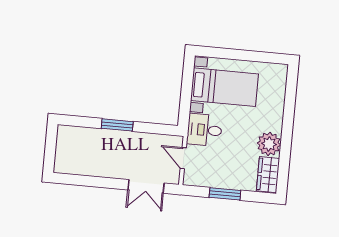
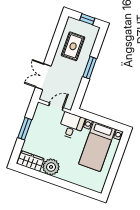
window: (51, 145) -> (87, 19), added
rug: (93, 156) -> (73, 46), added

